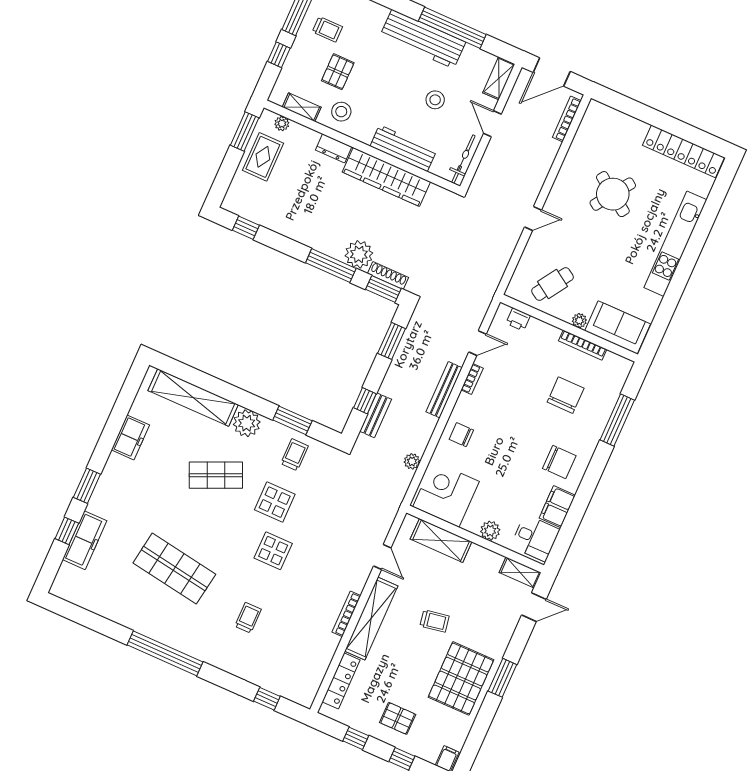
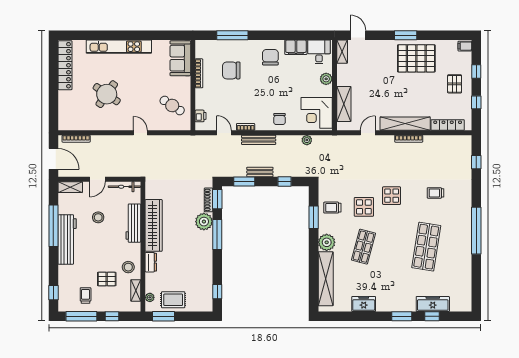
plant: (579, 321) -> (186, 81), removed
bench: (376, 415) -> (260, 172), moved
shop shelf: (216, 475) -> (364, 247), turned 39
trolley: (435, 621) -> (391, 88), removed

